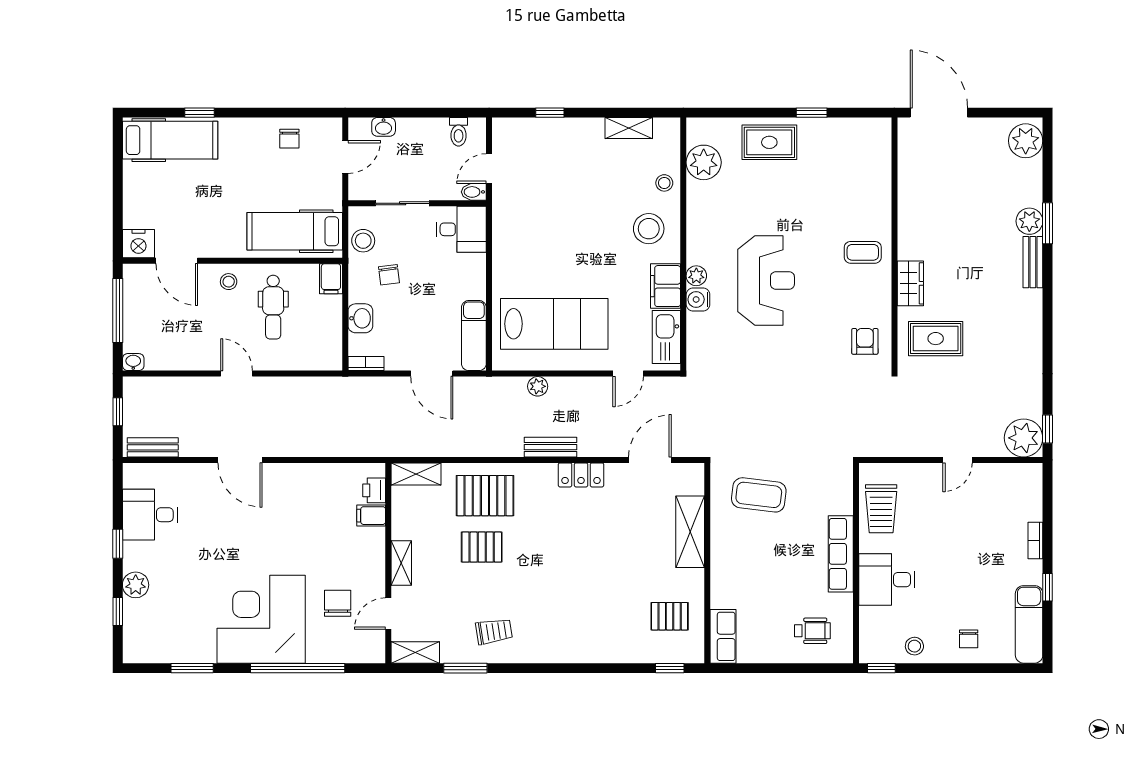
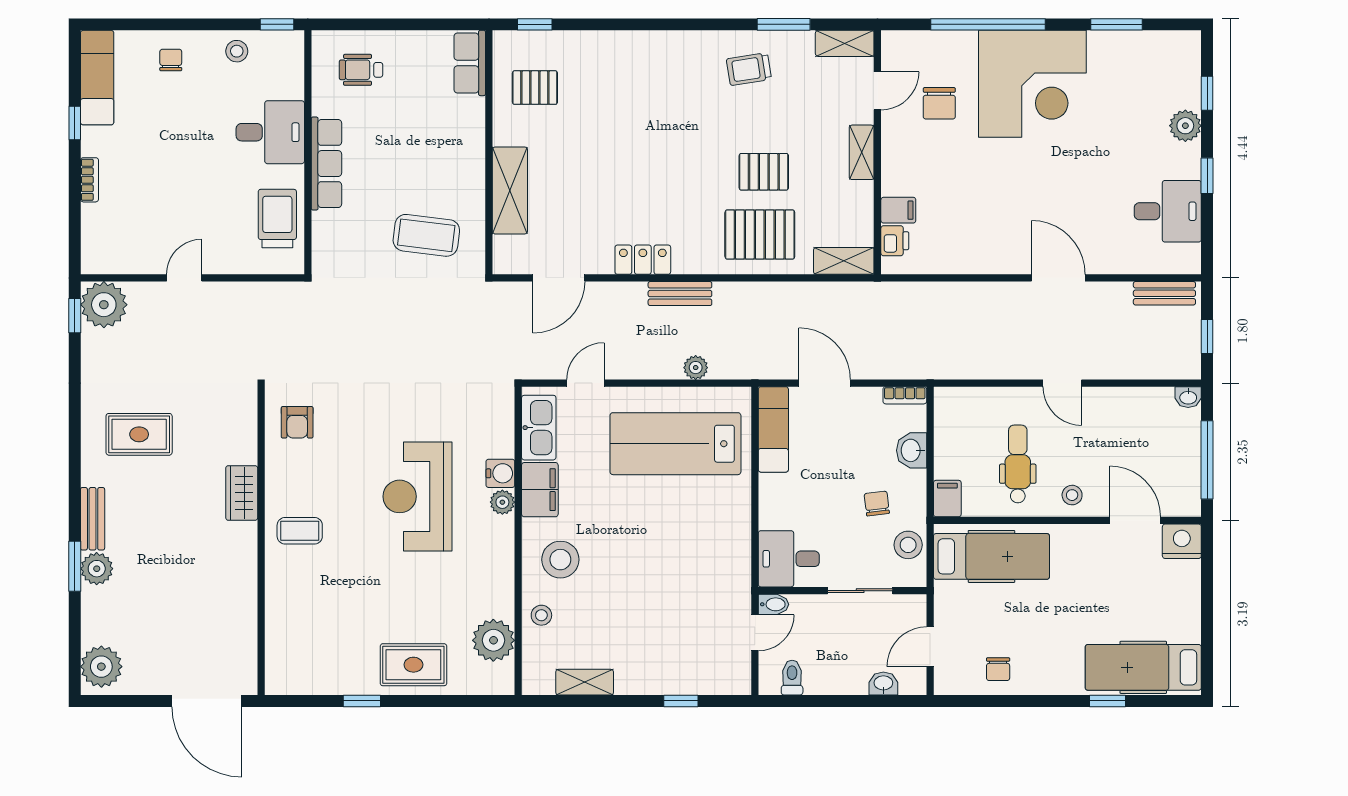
chair: (289, 139) -> (998, 669), turned 180
rug: (936, 339) -> (139, 434), moved

